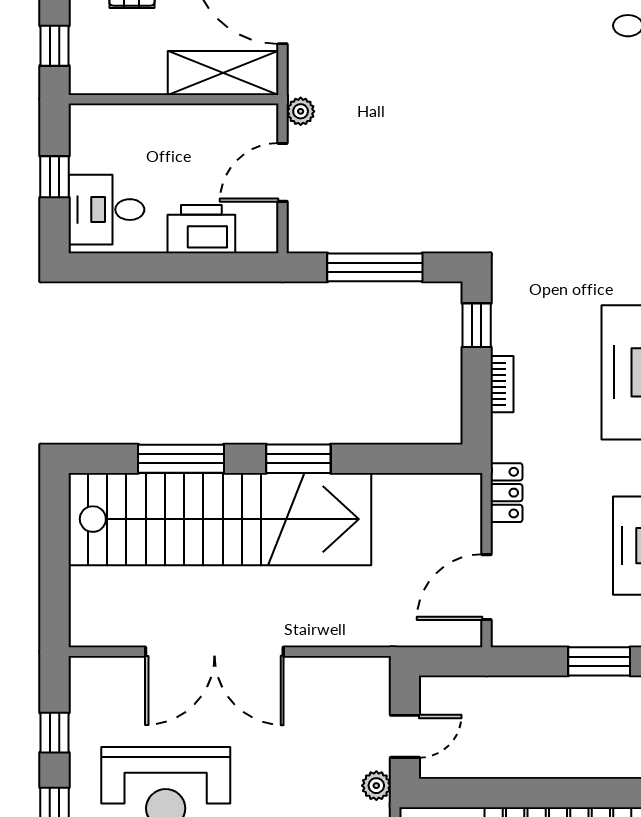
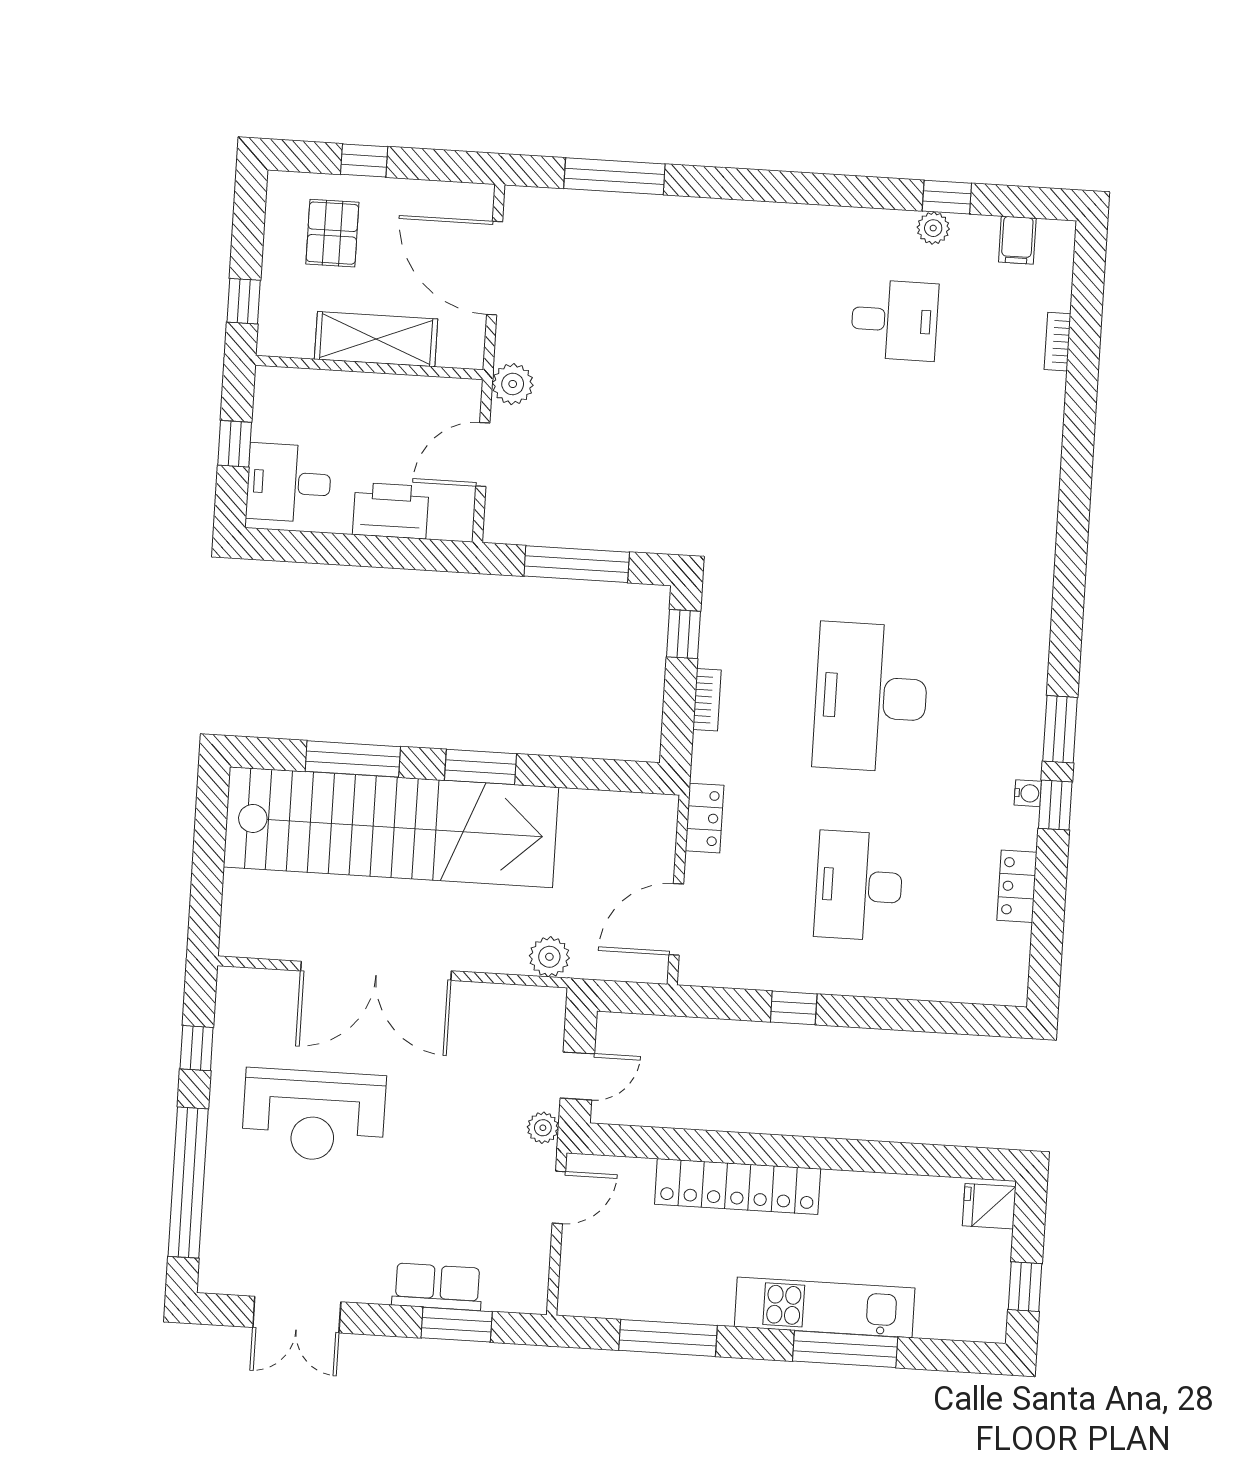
shelving: (223, 73) -> (376, 339), moved
plant: (301, 111) -> (513, 384), width x1.38, depth x1.38
plant: (372, 629) -> (549, 957), added
window: (599, 661) -> (794, 1008), width x0.67

